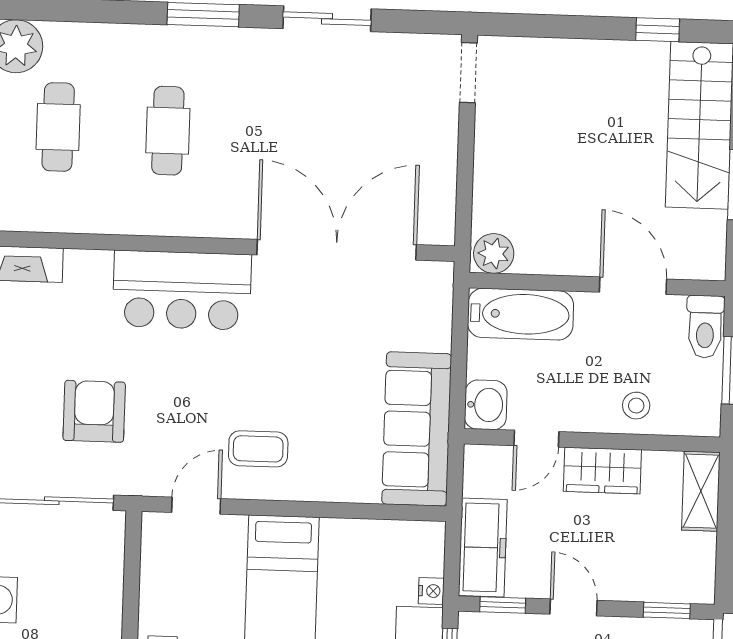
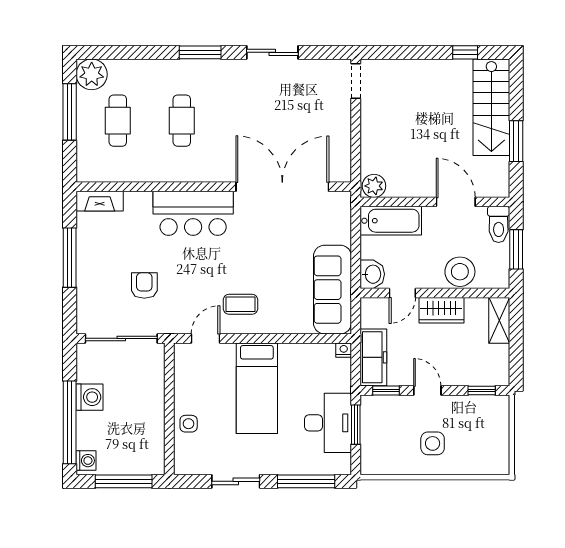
stool: (636, 406) -> (460, 272), width x1.89, depth x1.89
armchair: (94, 411) -> (144, 286), width x0.72, depth x0.72
nightstand: (431, 591) -> (344, 350), moved, turned -90

